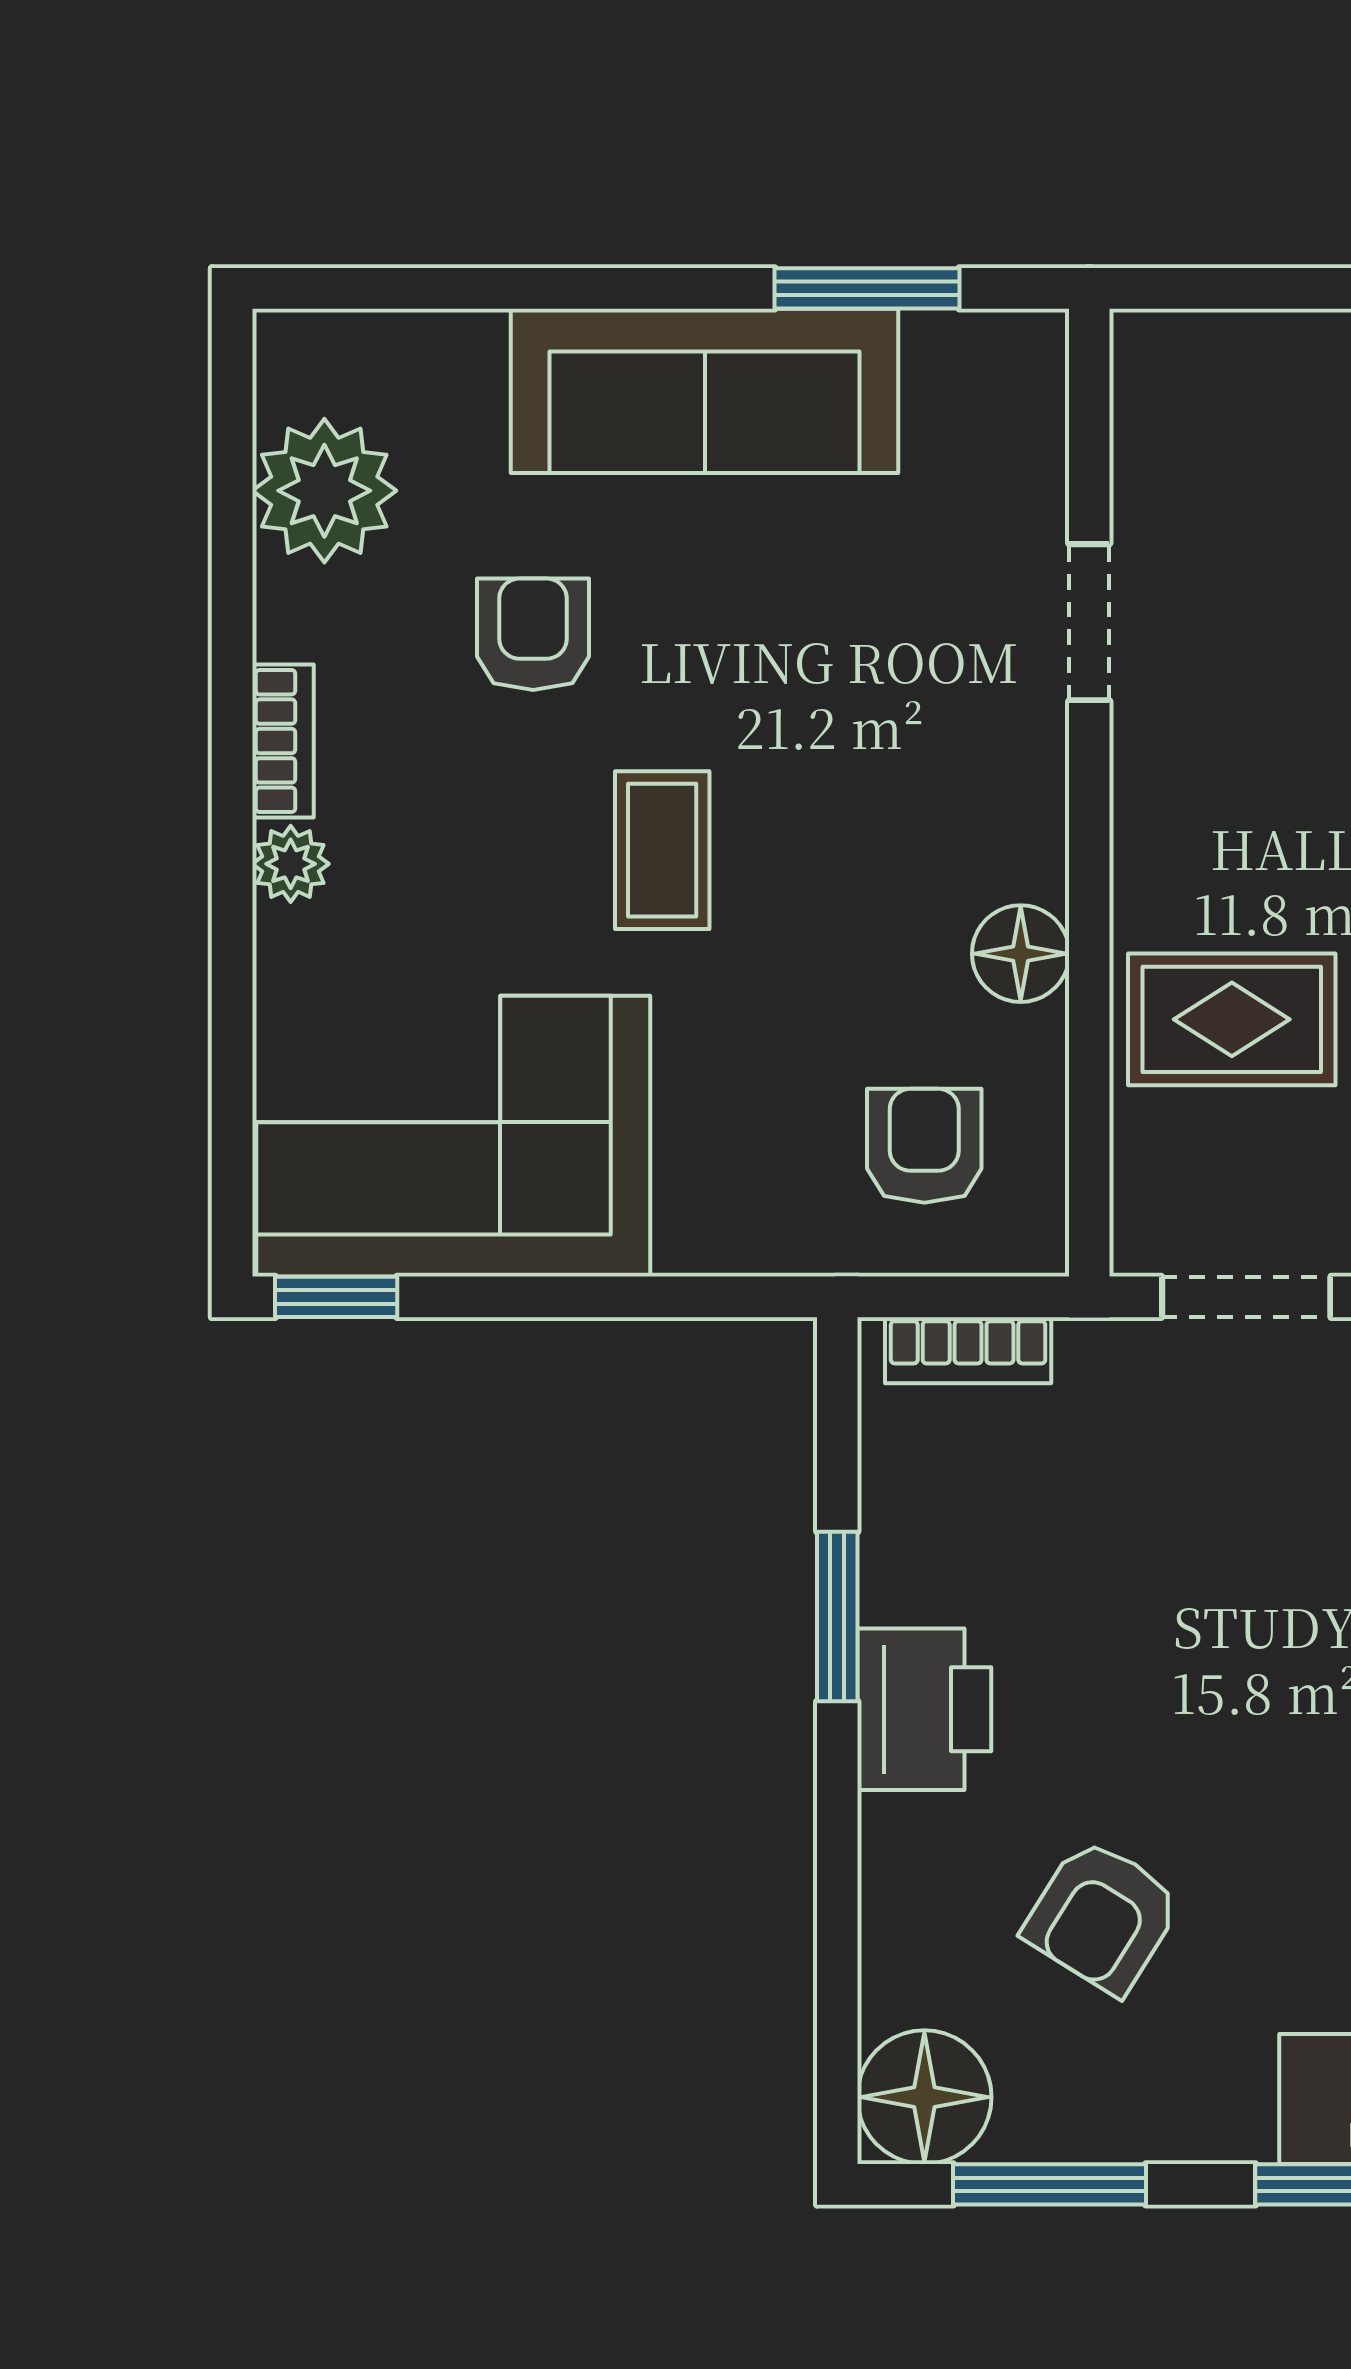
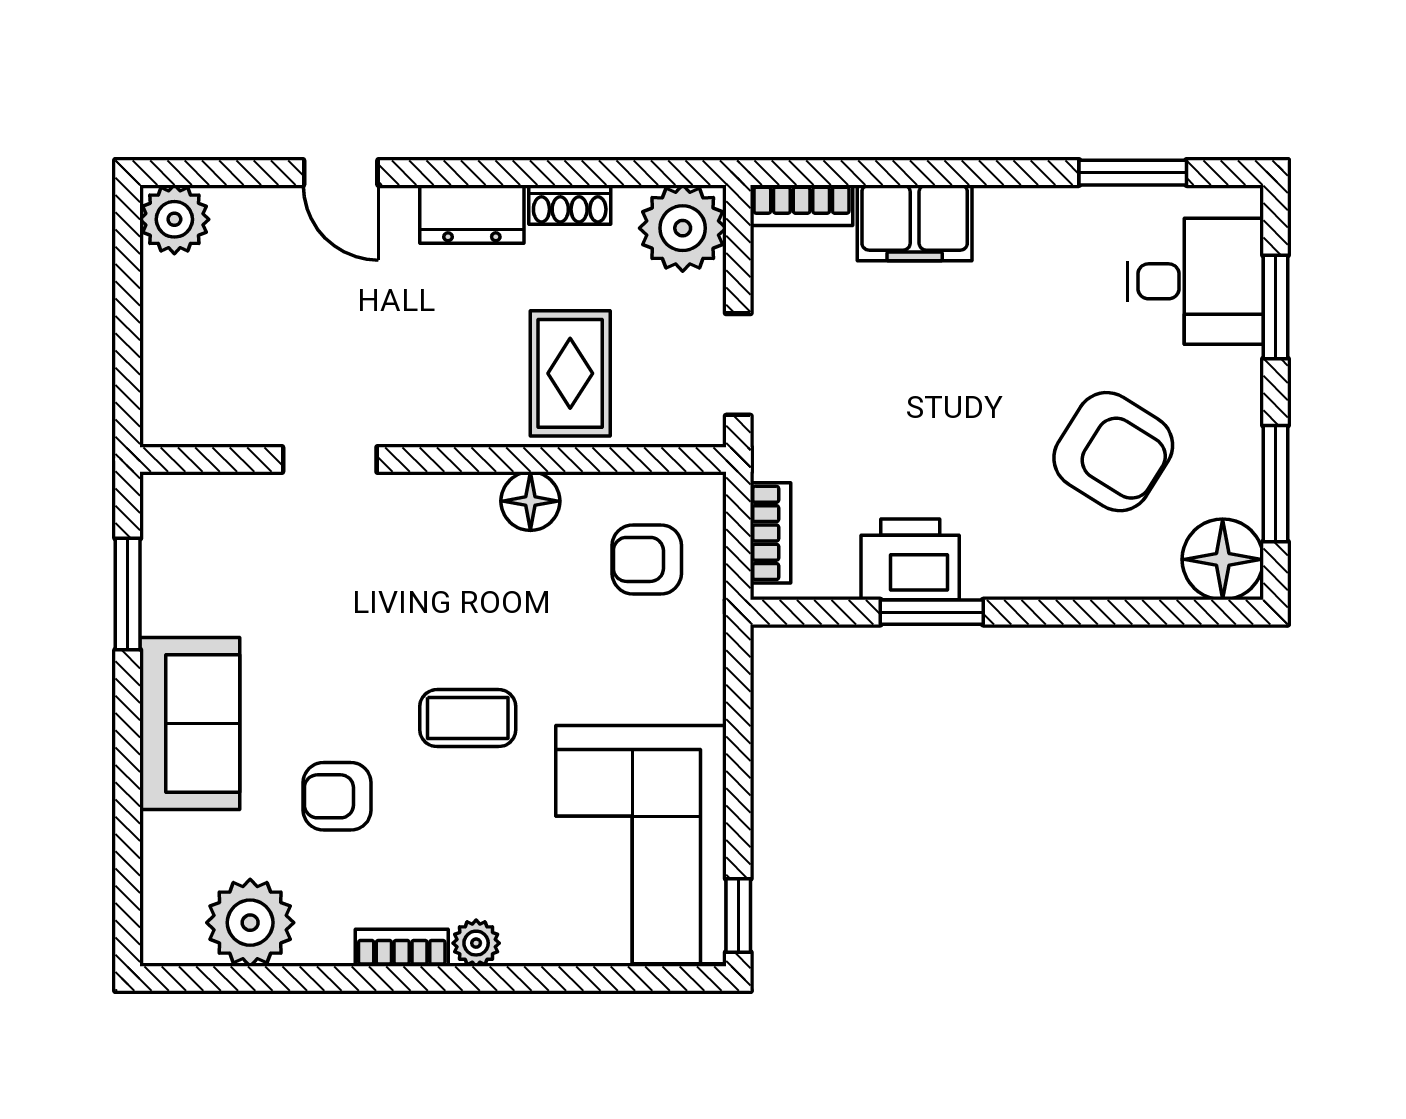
sofa: (705, 391) -> (190, 724), width x0.73
printer: (924, 1709) -> (910, 559), moved
armchair: (1102, 1916) -> (1113, 452), width x1.38, depth x1.38

